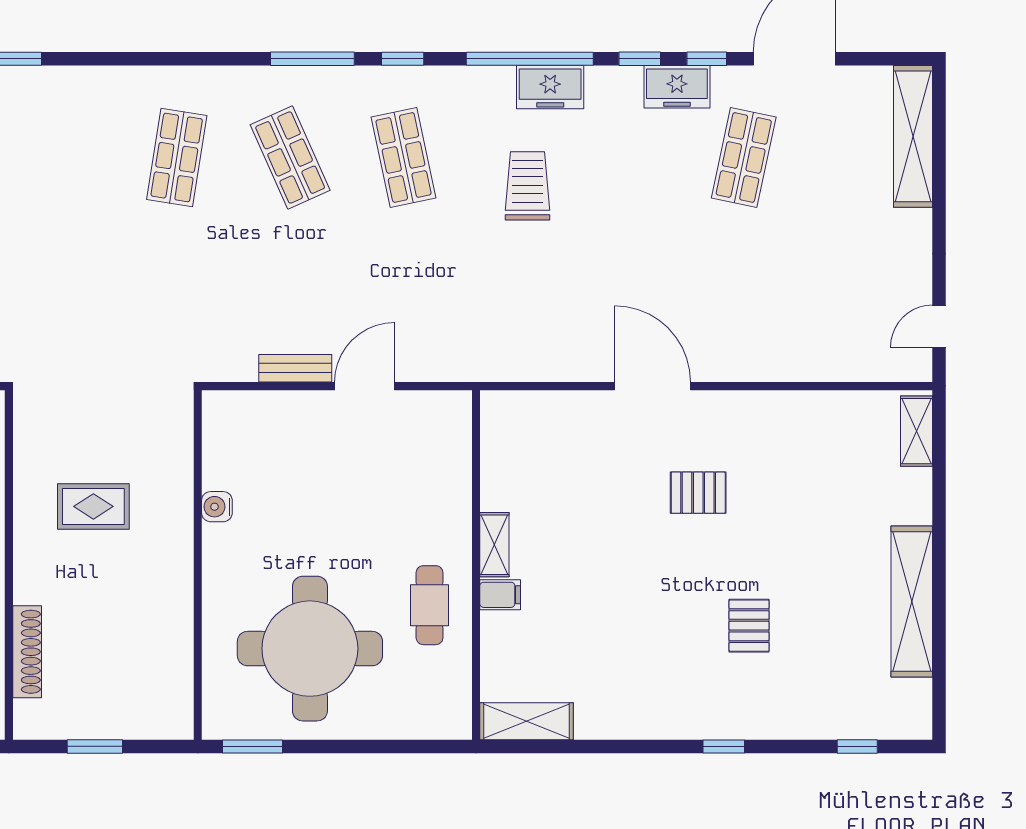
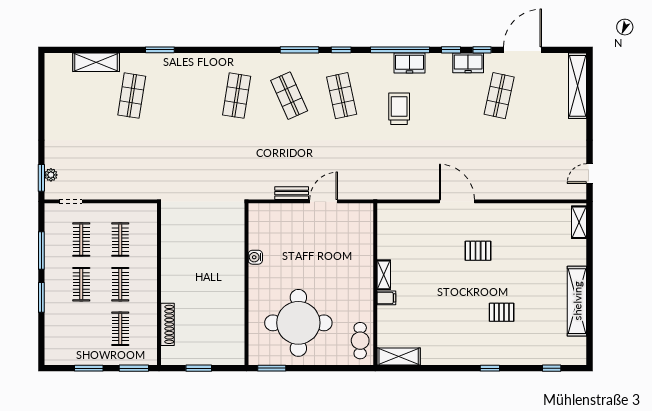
rug: (93, 506) -> (198, 257), removed
cafe table: (430, 605) -> (360, 341), moved
pallet: (749, 626) -> (502, 312), turned 90

